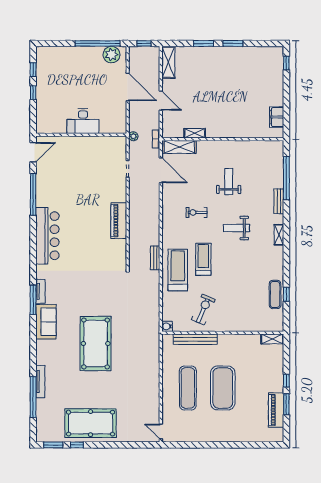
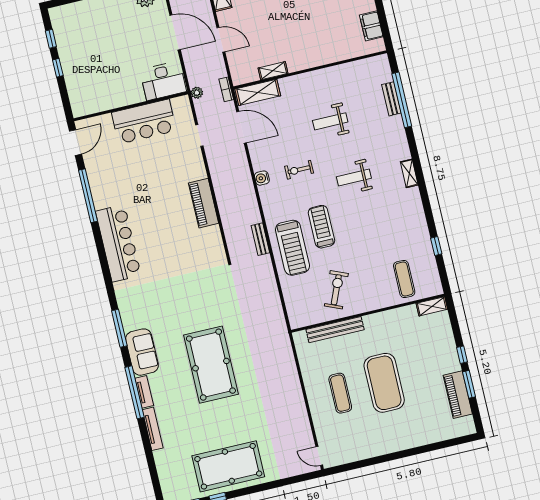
desk: (83, 121) -> (163, 81), moved
bar counter: (88, 149) -> (144, 122), added
weight bench: (229, 182) -> (330, 121), turned -90
bench: (279, 201) -> (391, 99), moved
treadmill: (178, 270) -> (292, 248), turned 180
tv unit: (40, 291) -> (144, 392), moved
exercise mat: (275, 294) -> (404, 279), moved
water cooler: (167, 326) -> (262, 178), moved
exercise mat: (188, 388) -> (340, 393), width x0.73, depth x0.69
window: (33, 397) -> (135, 392), moved

